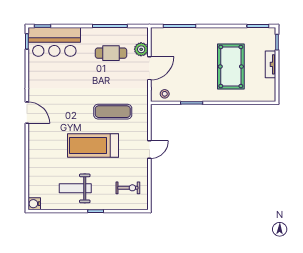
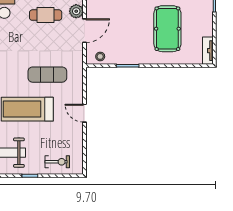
tv unit: (271, 64) -> (208, 51), moved
door: (149, 150) -> (85, 113), swing flipped
exercise bike: (128, 188) -> (57, 162), moved

